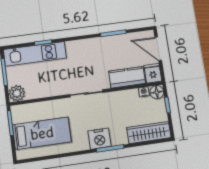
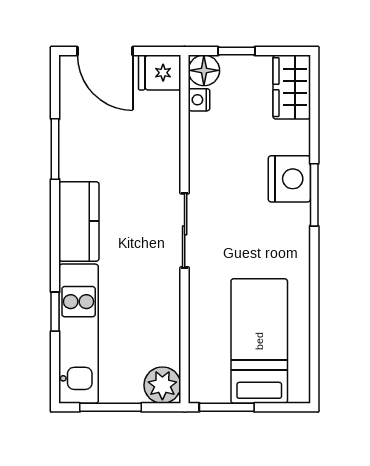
door: (158, 49) -> (105, 51), hinge flipped
kitchen counter: (127, 77) -> (79, 221), moved, turned 180
wardrobe: (149, 133) -> (292, 87), width x0.67
nightstand: (100, 139) -> (289, 179), moved

